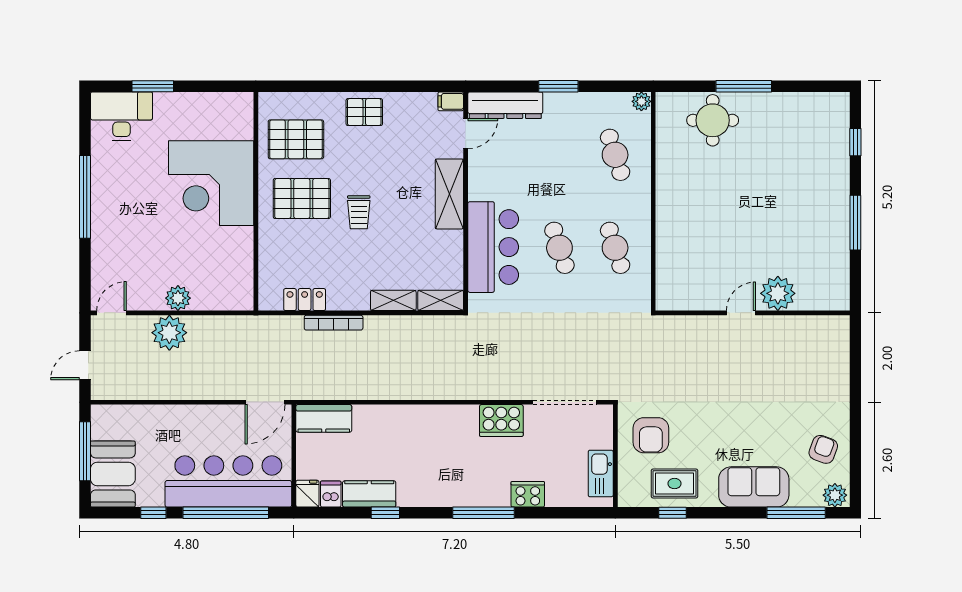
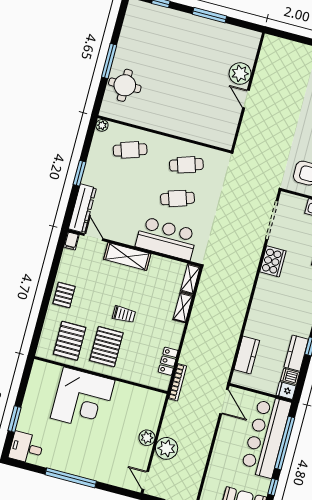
desk: (121, 116) -> (26, 448), width x0.73
bookcase: (334, 323) -> (177, 382), moved
kitchen counter: (324, 418) -> (247, 355), moved

